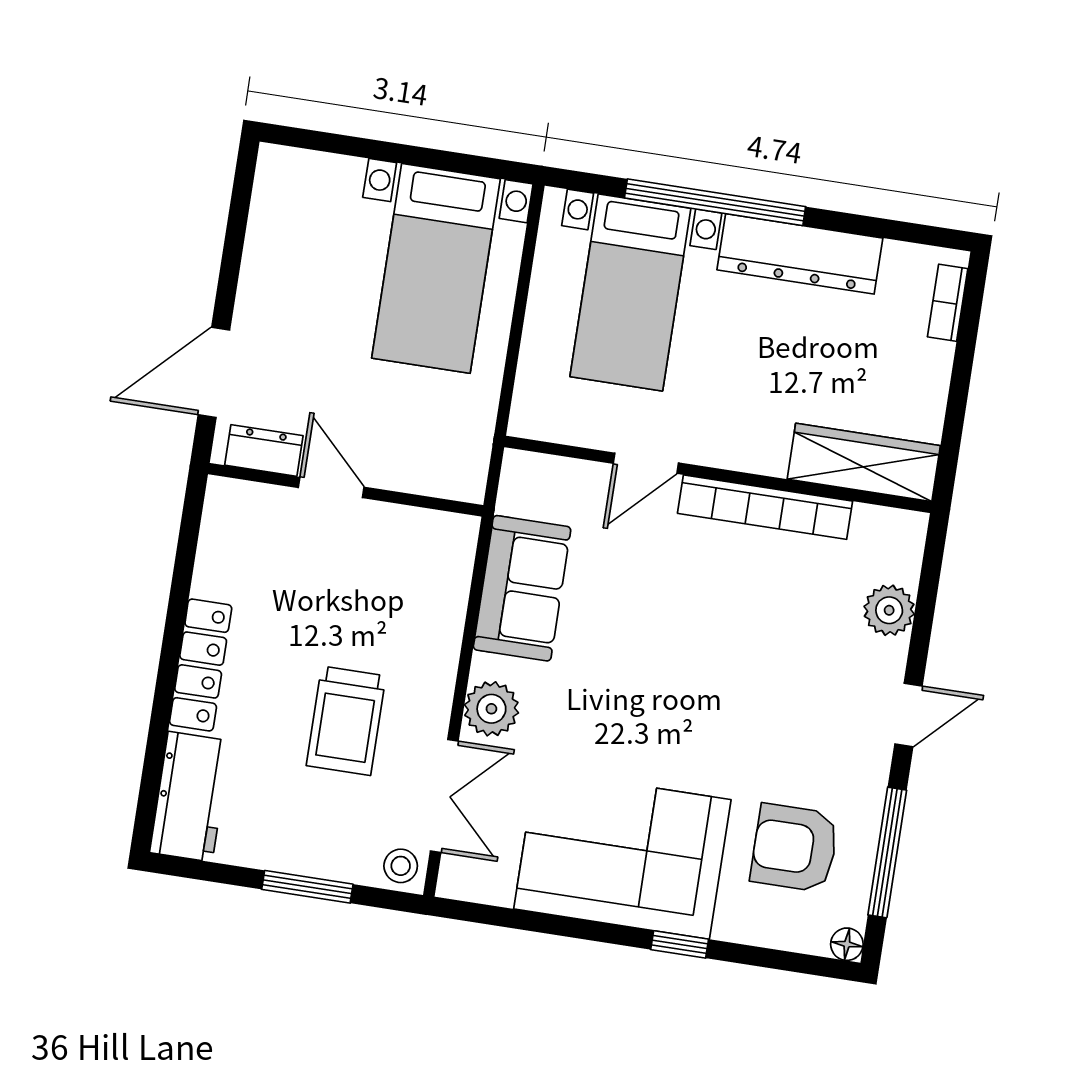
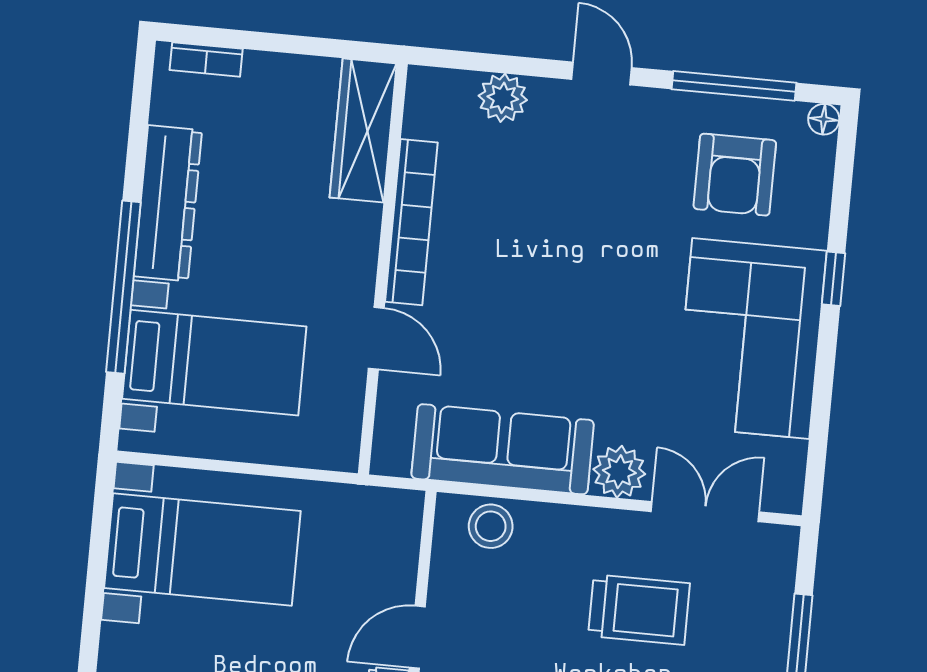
sofa: (522, 588) -> (503, 449), width x1.36
stool: (401, 866) -> (491, 526), moved, width x1.37, depth x1.37

